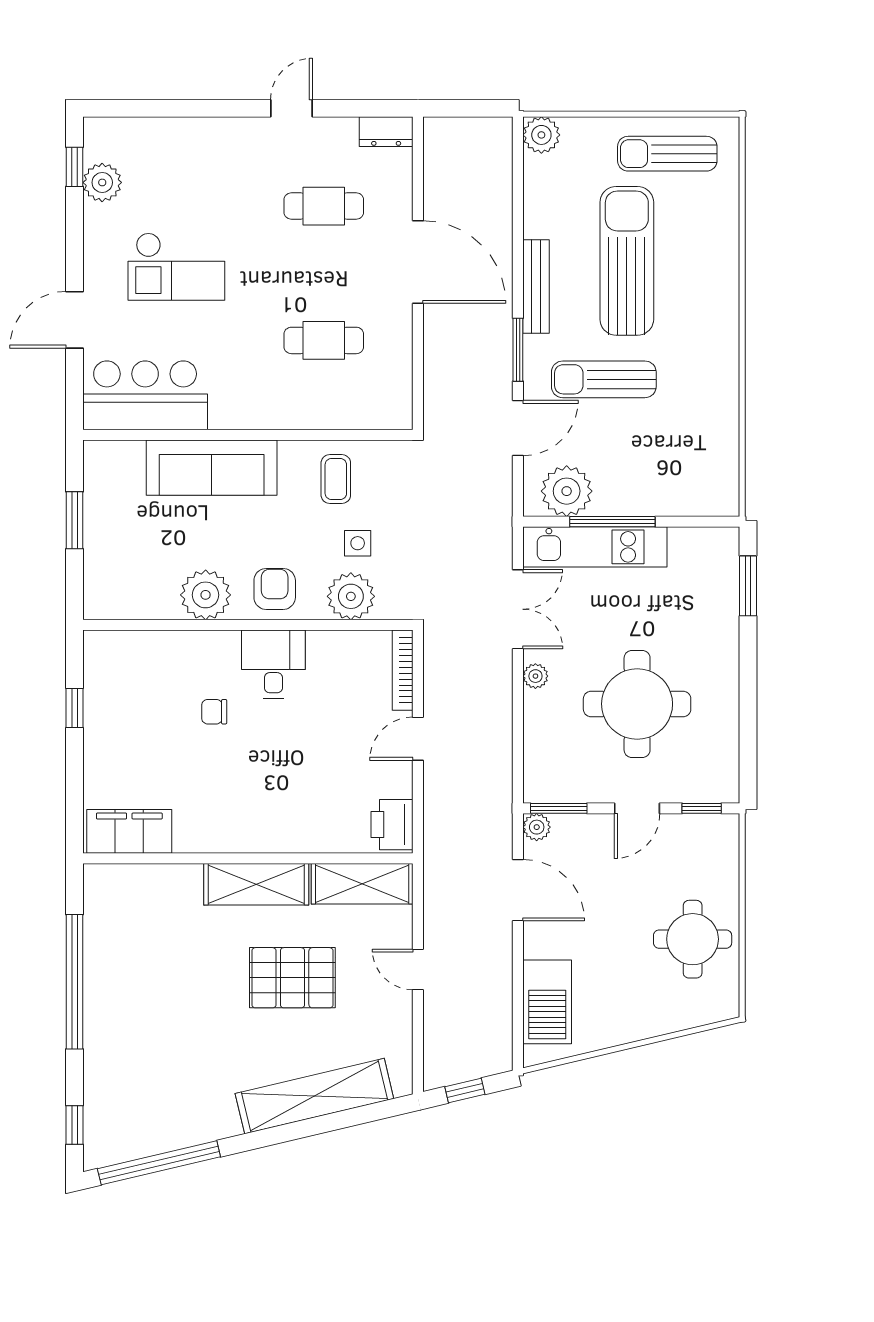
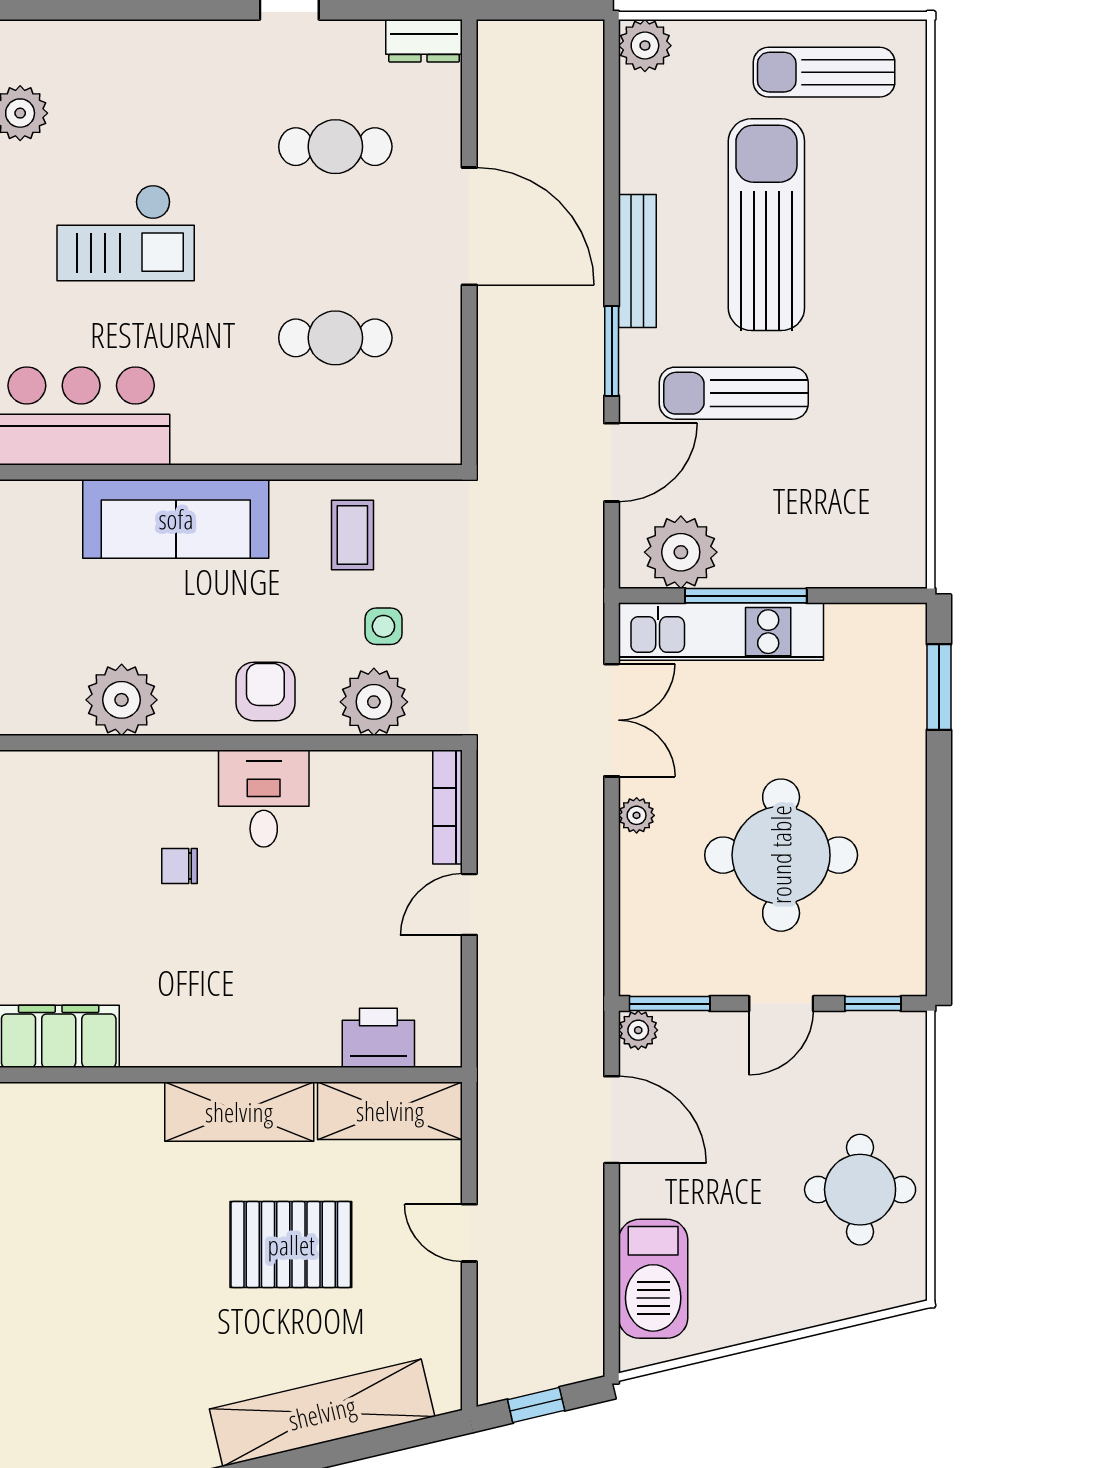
plant: (206, 595) -> (122, 700), moved
printer: (392, 825) -> (378, 1038), moved, turned 90

